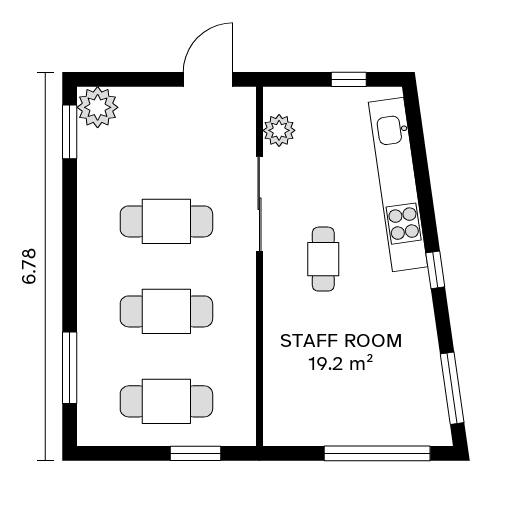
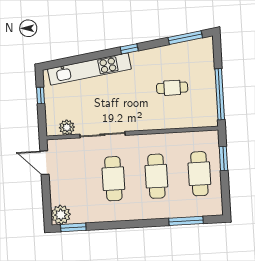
cafe table: (323, 259) -> (172, 88), moved
window: (377, 453) -> (220, 94), moved

